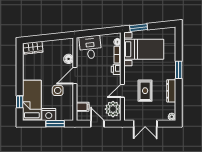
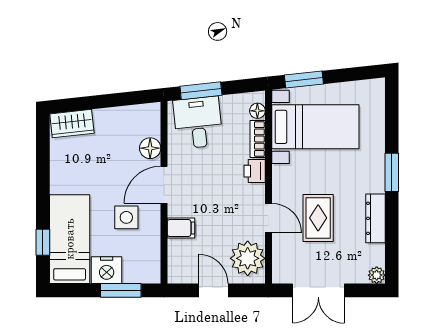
window: (92, 33) -> (201, 91), added
door: (122, 91) -> (268, 218), swing flipped
filing cabinet: (83, 107) -> (181, 228), moved

